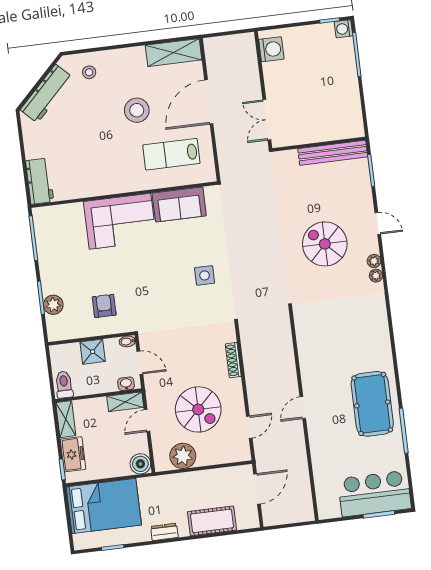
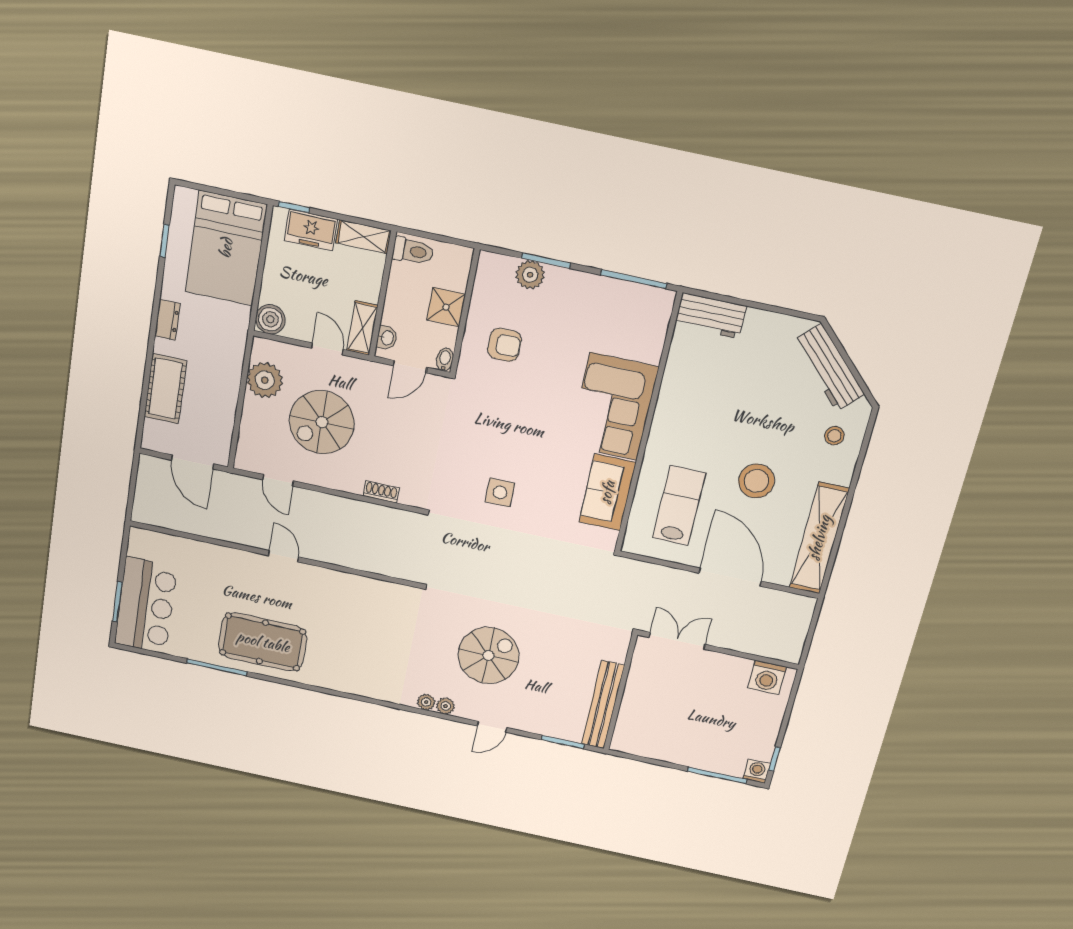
shelving: (174, 53) -> (819, 538), width x1.47
shoe rack: (233, 360) -> (381, 492), width x0.70

